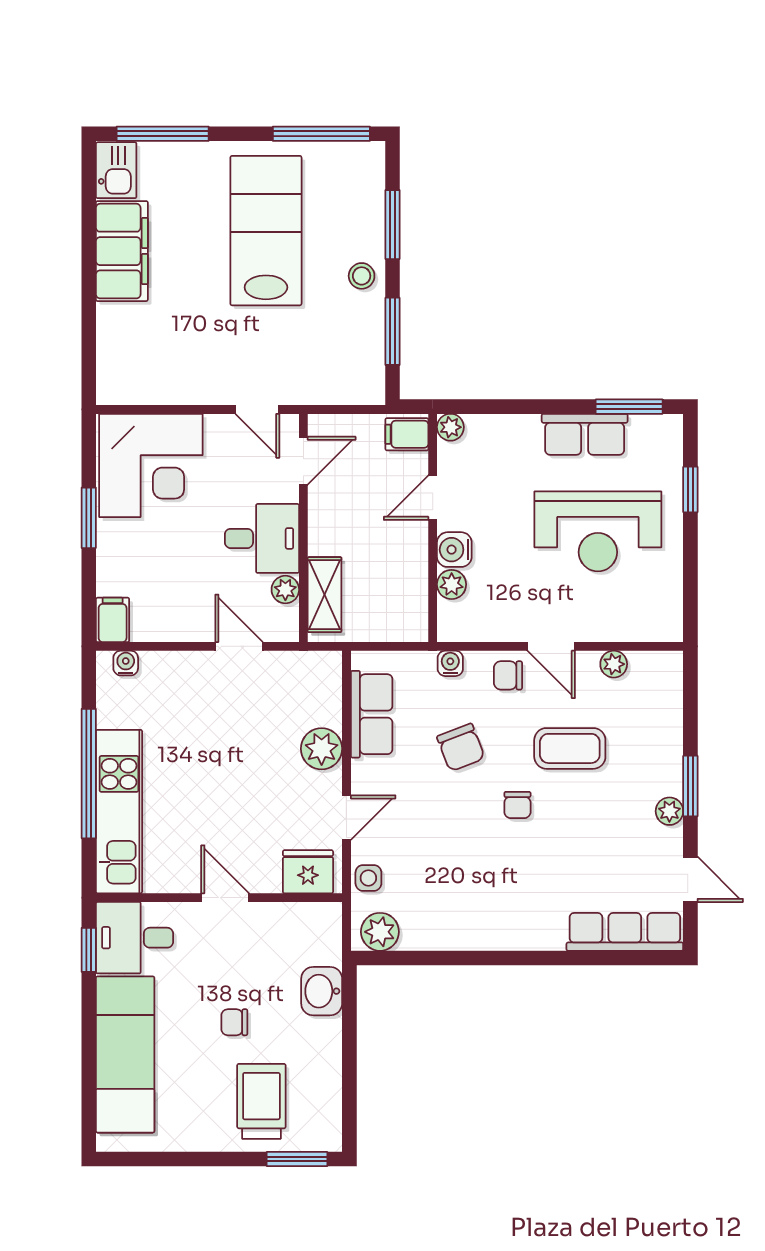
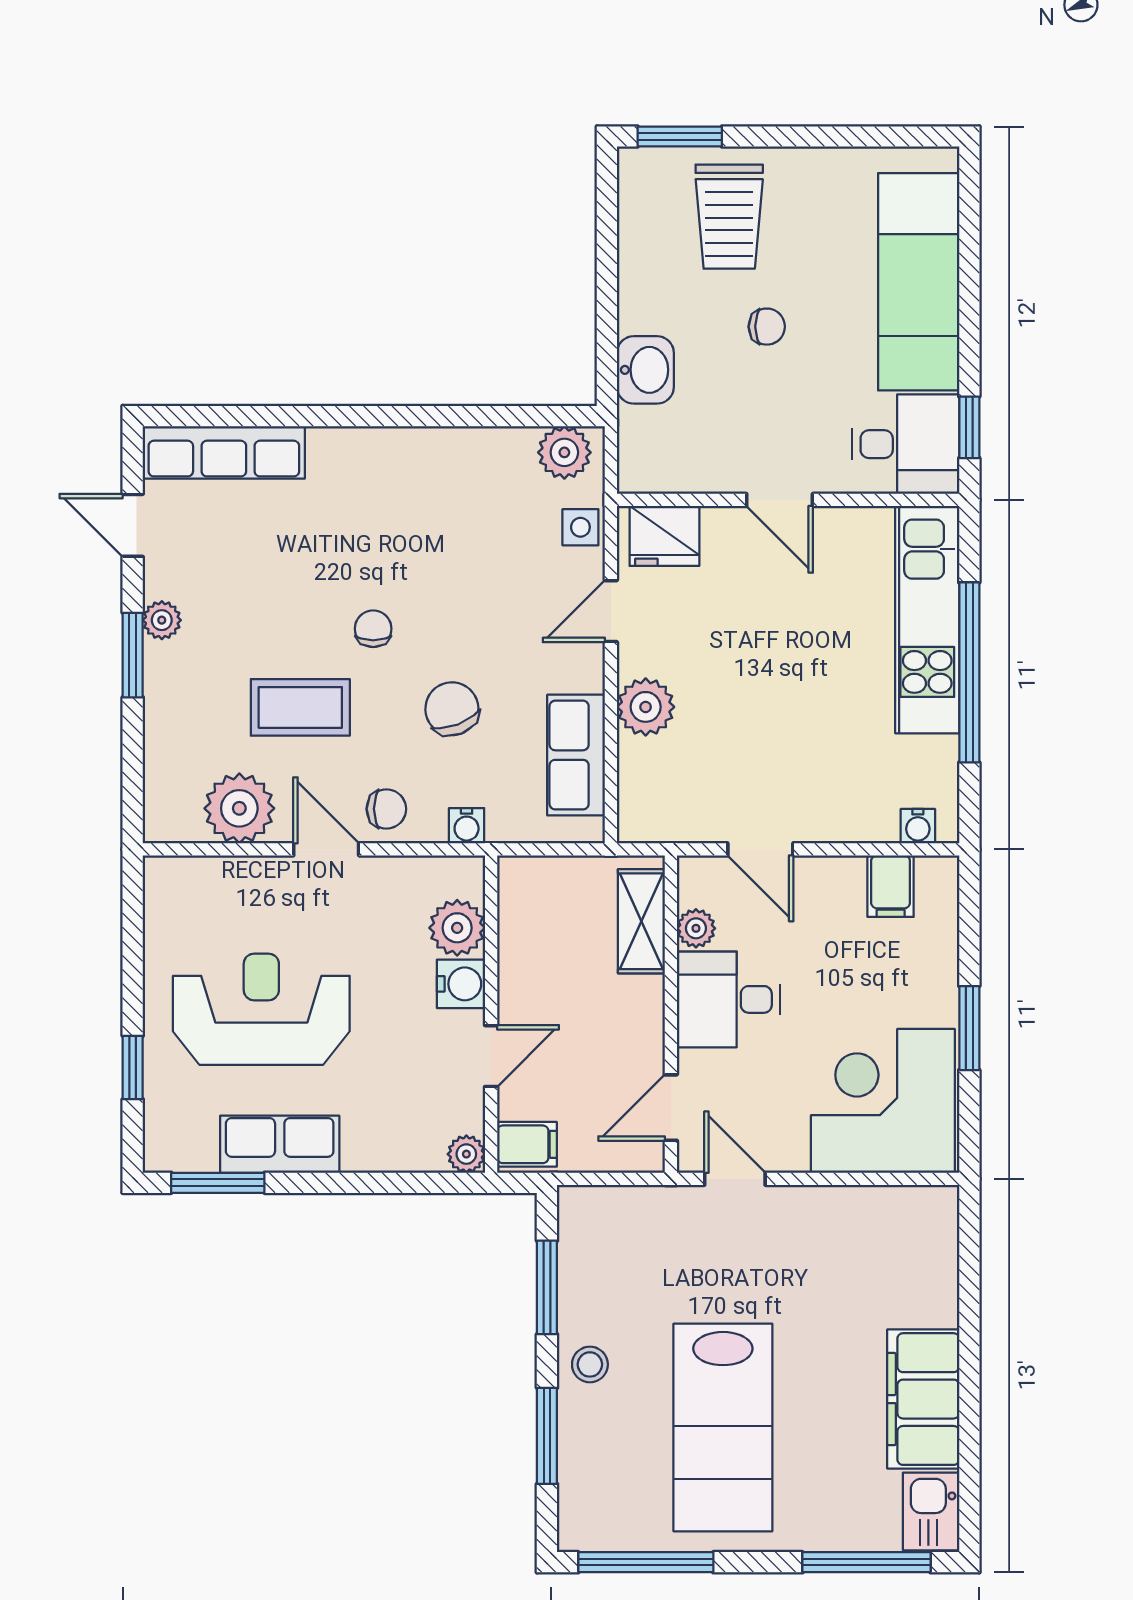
plant: (452, 584) -> (457, 928), width x1.38, depth x1.38
filing cabinet: (113, 620) -> (891, 886), moved
plant: (614, 664) -> (239, 808), width x1.88, depth x1.88

